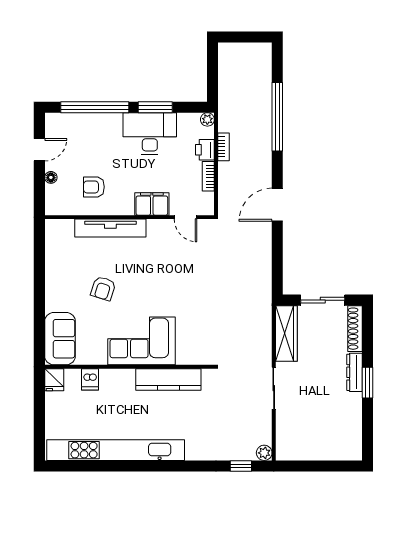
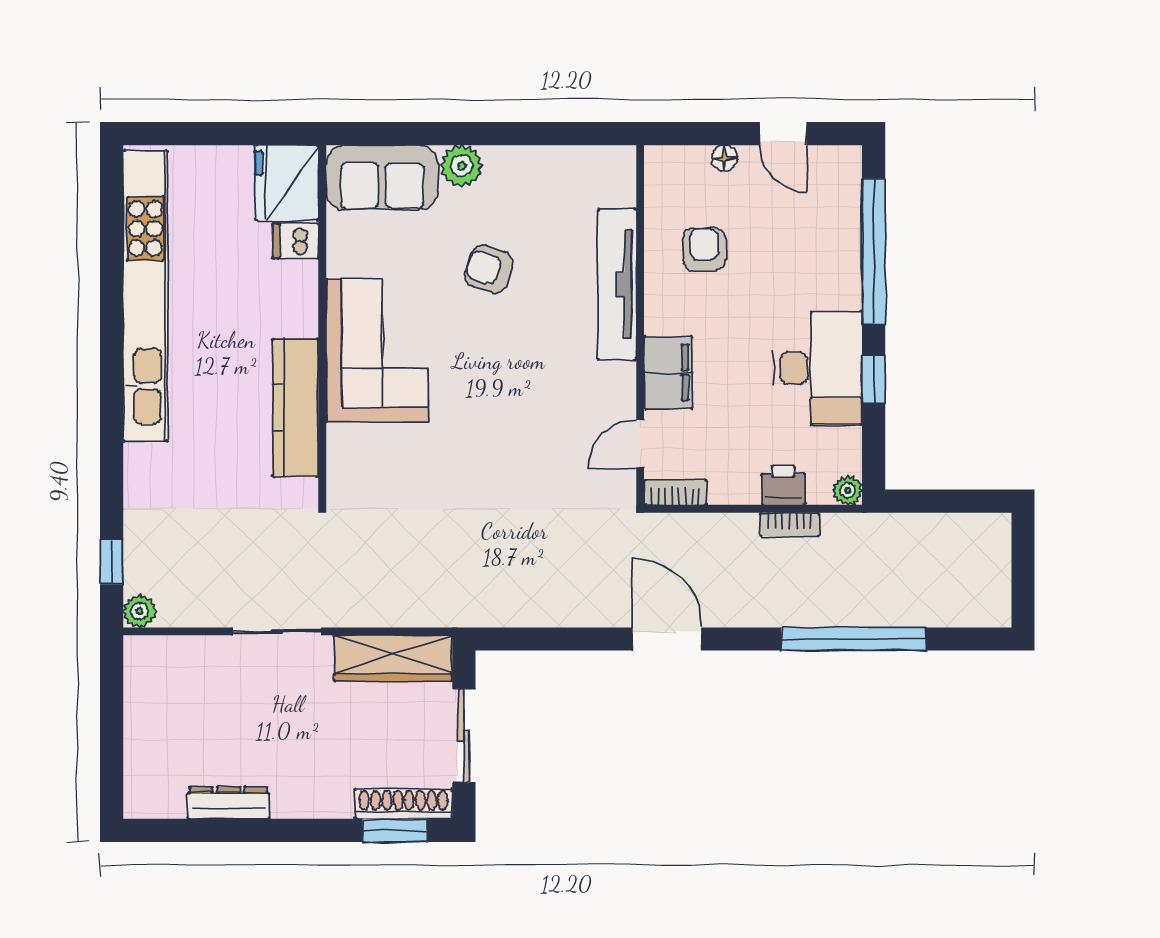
window: (155, 107) -> (874, 380), width x0.67
bookcase: (208, 176) -> (675, 492), moved
plant: (55, 301) -> (462, 166), added
dresser: (354, 372) -> (228, 803), moved
fridge: (54, 380) -> (287, 183), width x1.88, depth x1.34
window: (367, 383) -> (395, 830), moved

